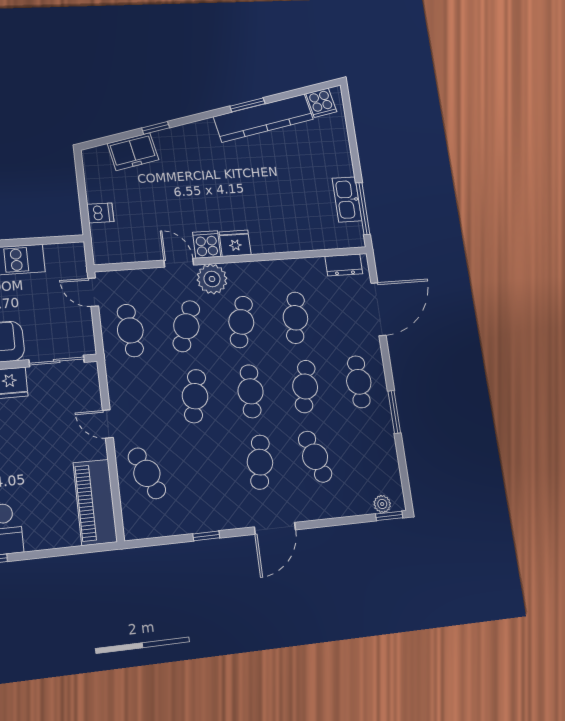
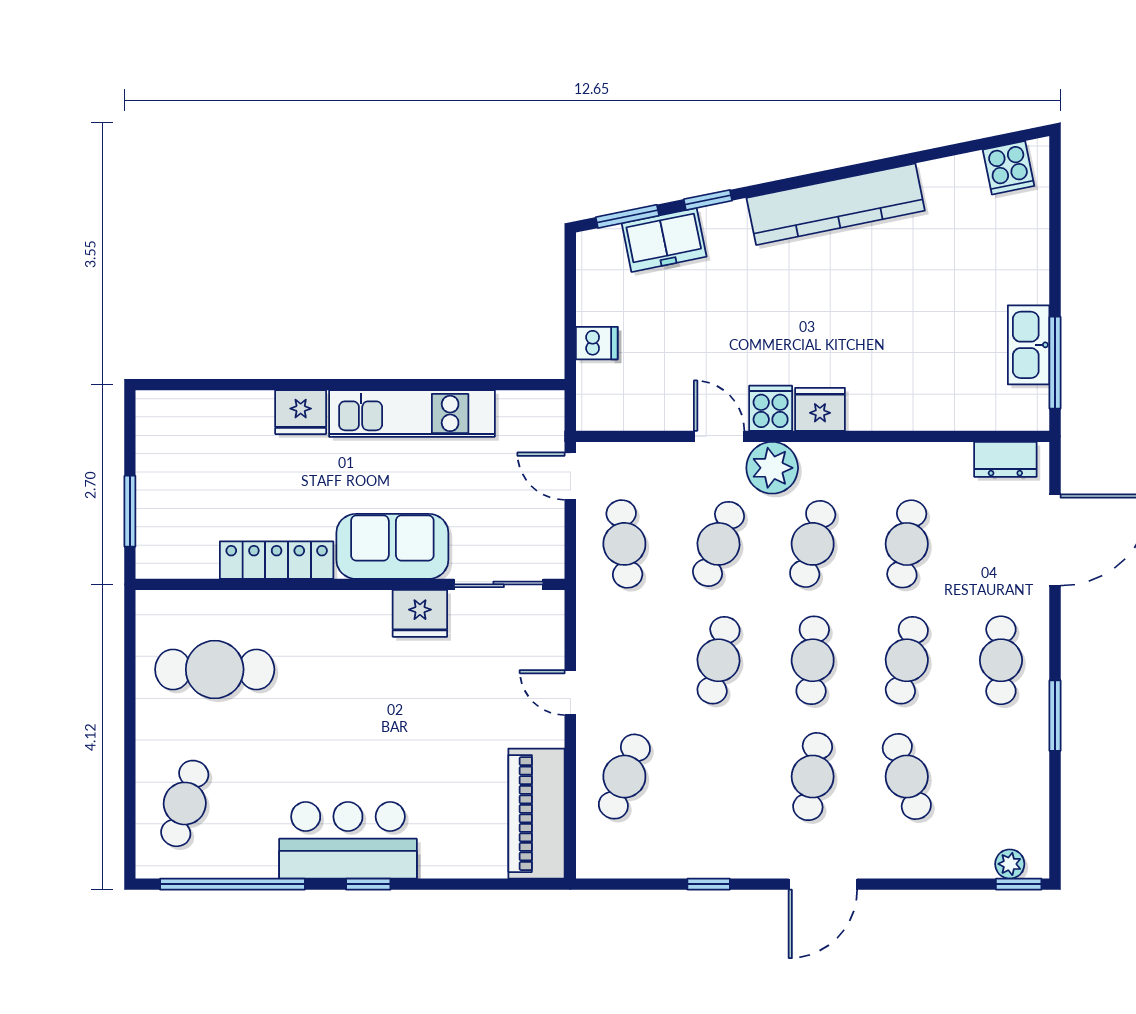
window: (248, 105) -> (627, 216), moved
kitchen counter: (263, 118) -> (836, 204), moved
cafe table: (147, 473) -> (624, 777), turned 45

